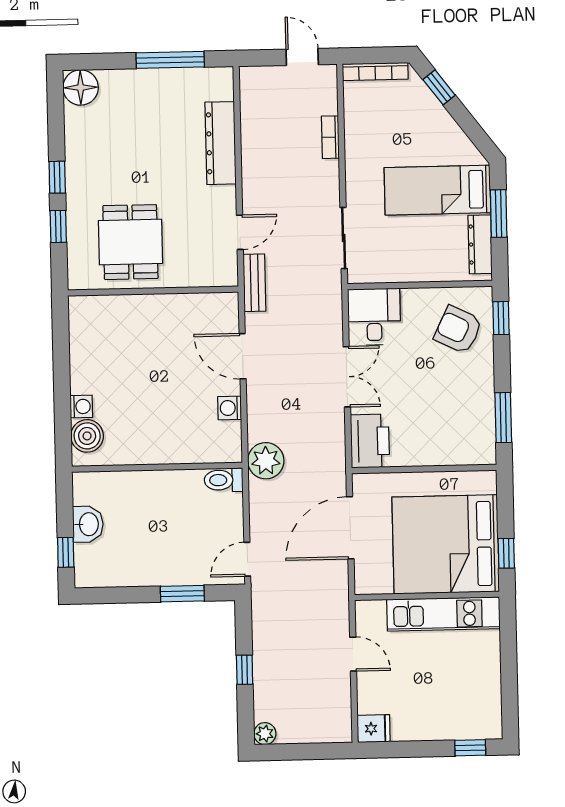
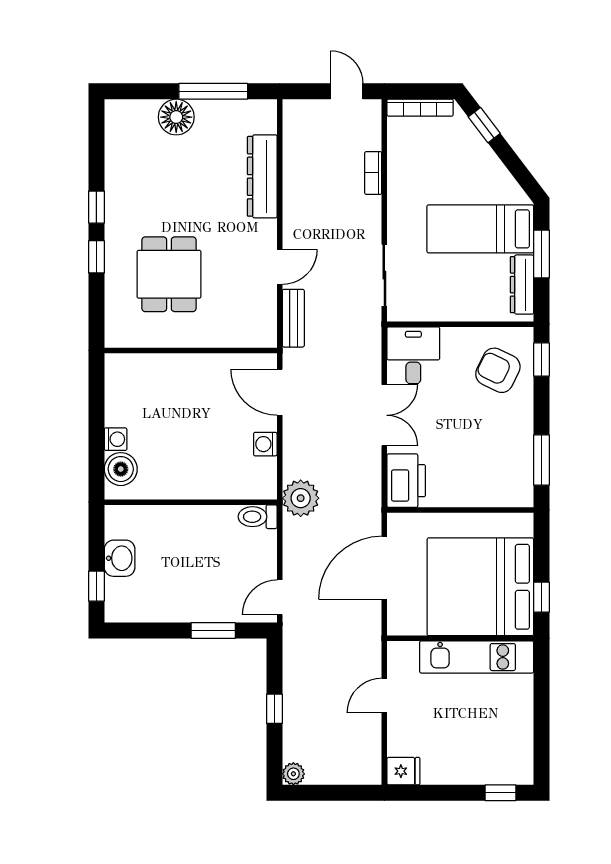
floor lamp: (81, 87) -> (176, 117), moved
wall: (153, 291) -> (191, 350), moved
door: (353, 654) -> (384, 695), swing flipped

